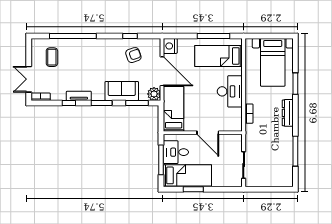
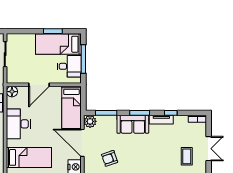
double door: (29, 79) -> (209, 149), moved
sofa: (122, 91) -> (133, 124), moved
floor lamp: (236, 126) -> (12, 92), added
door: (208, 133) -> (39, 85), swing flipped

